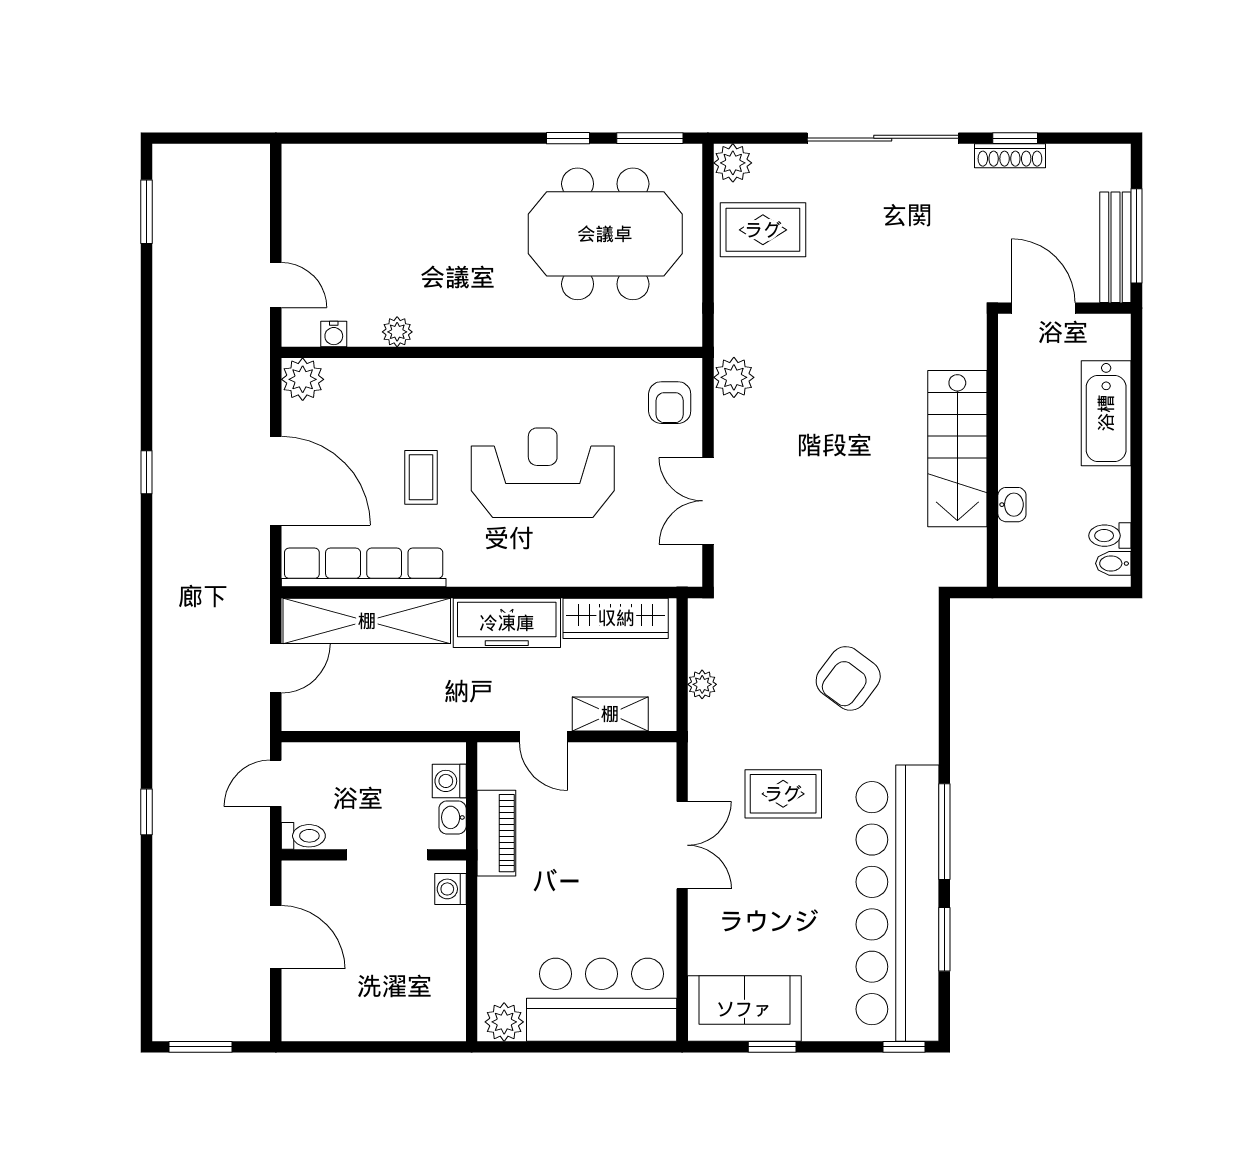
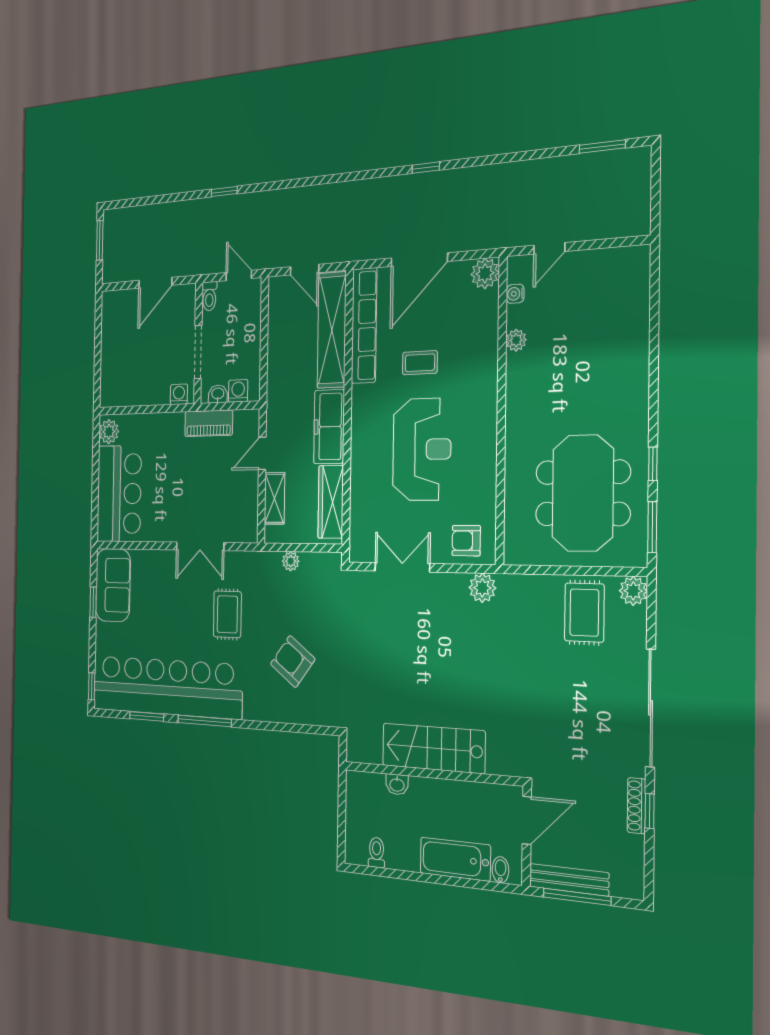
bidet: (1113, 563) -> (500, 870), moved

